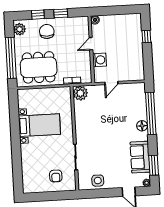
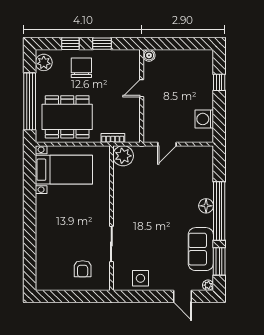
washing machine: (99, 60) -> (204, 119), moved, turned 180
window: (151, 113) -> (219, 211), moved
bed with nightstands: (39, 125) -> (64, 170), moved

